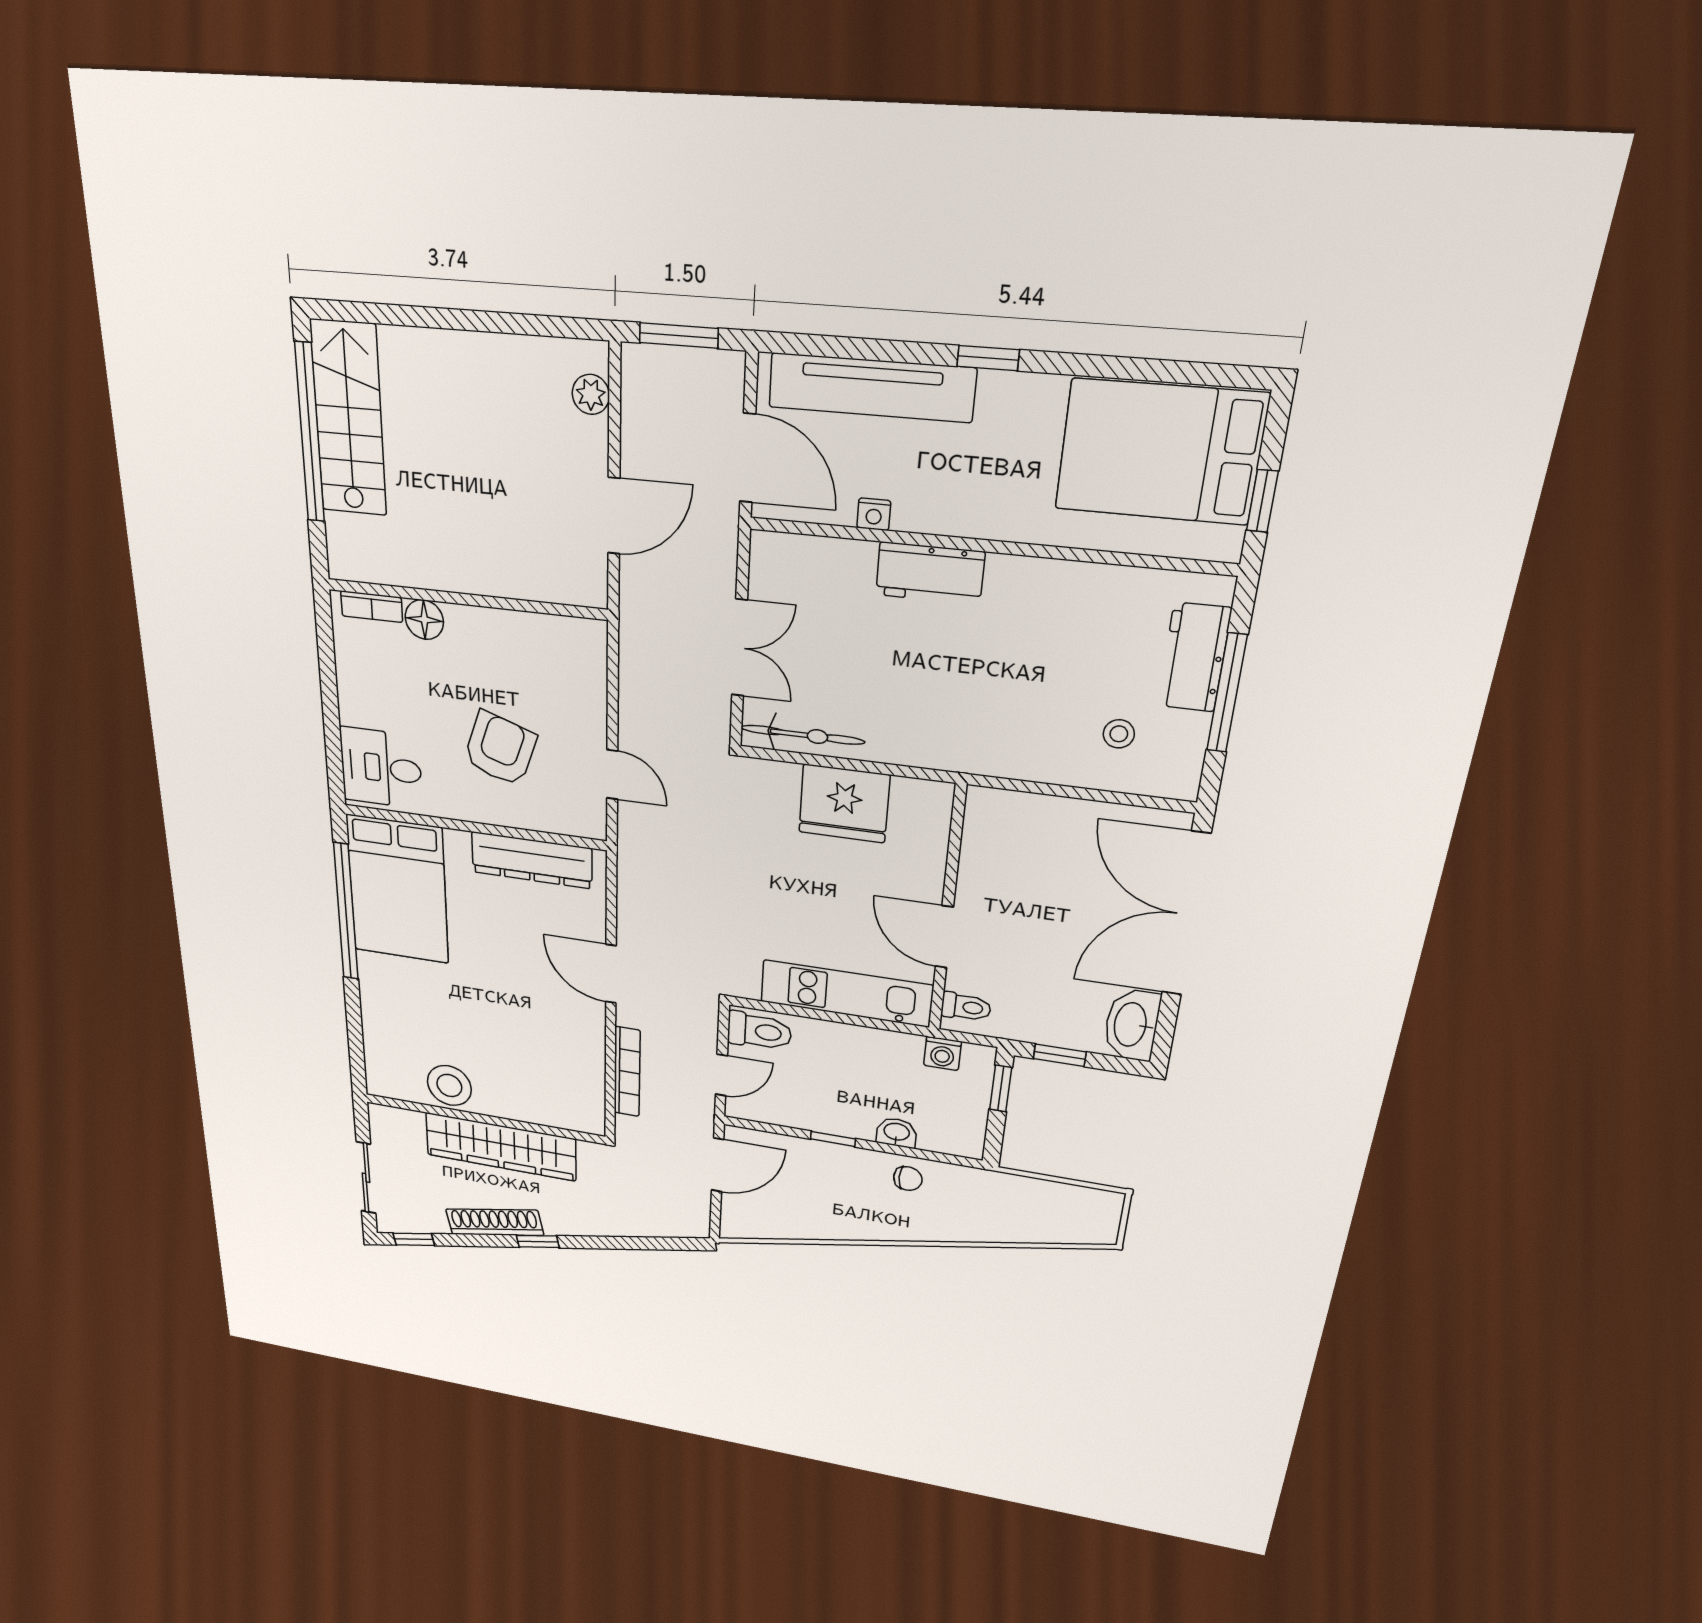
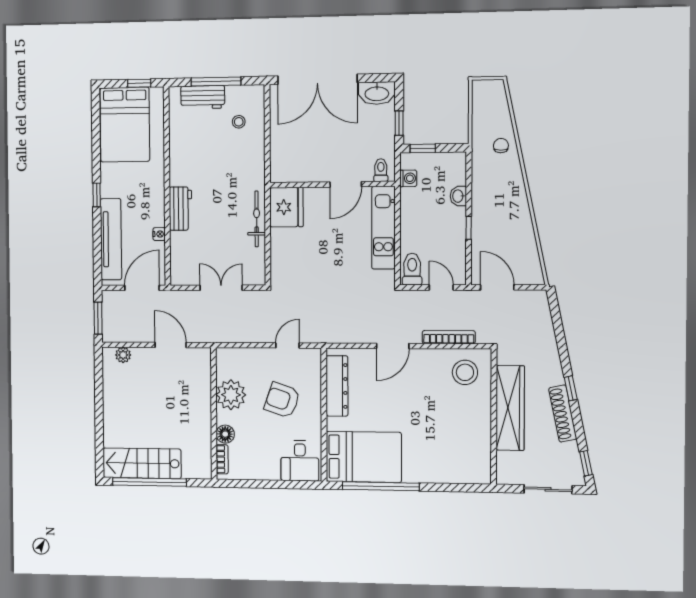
plant: (507, 642) -> (231, 395), added
bicycle: (803, 735) -> (257, 219), moved
fridge: (844, 804) -> (286, 207), moved
stool: (449, 1086) -> (465, 372), moved
chair: (908, 1179) -> (501, 146), moved

